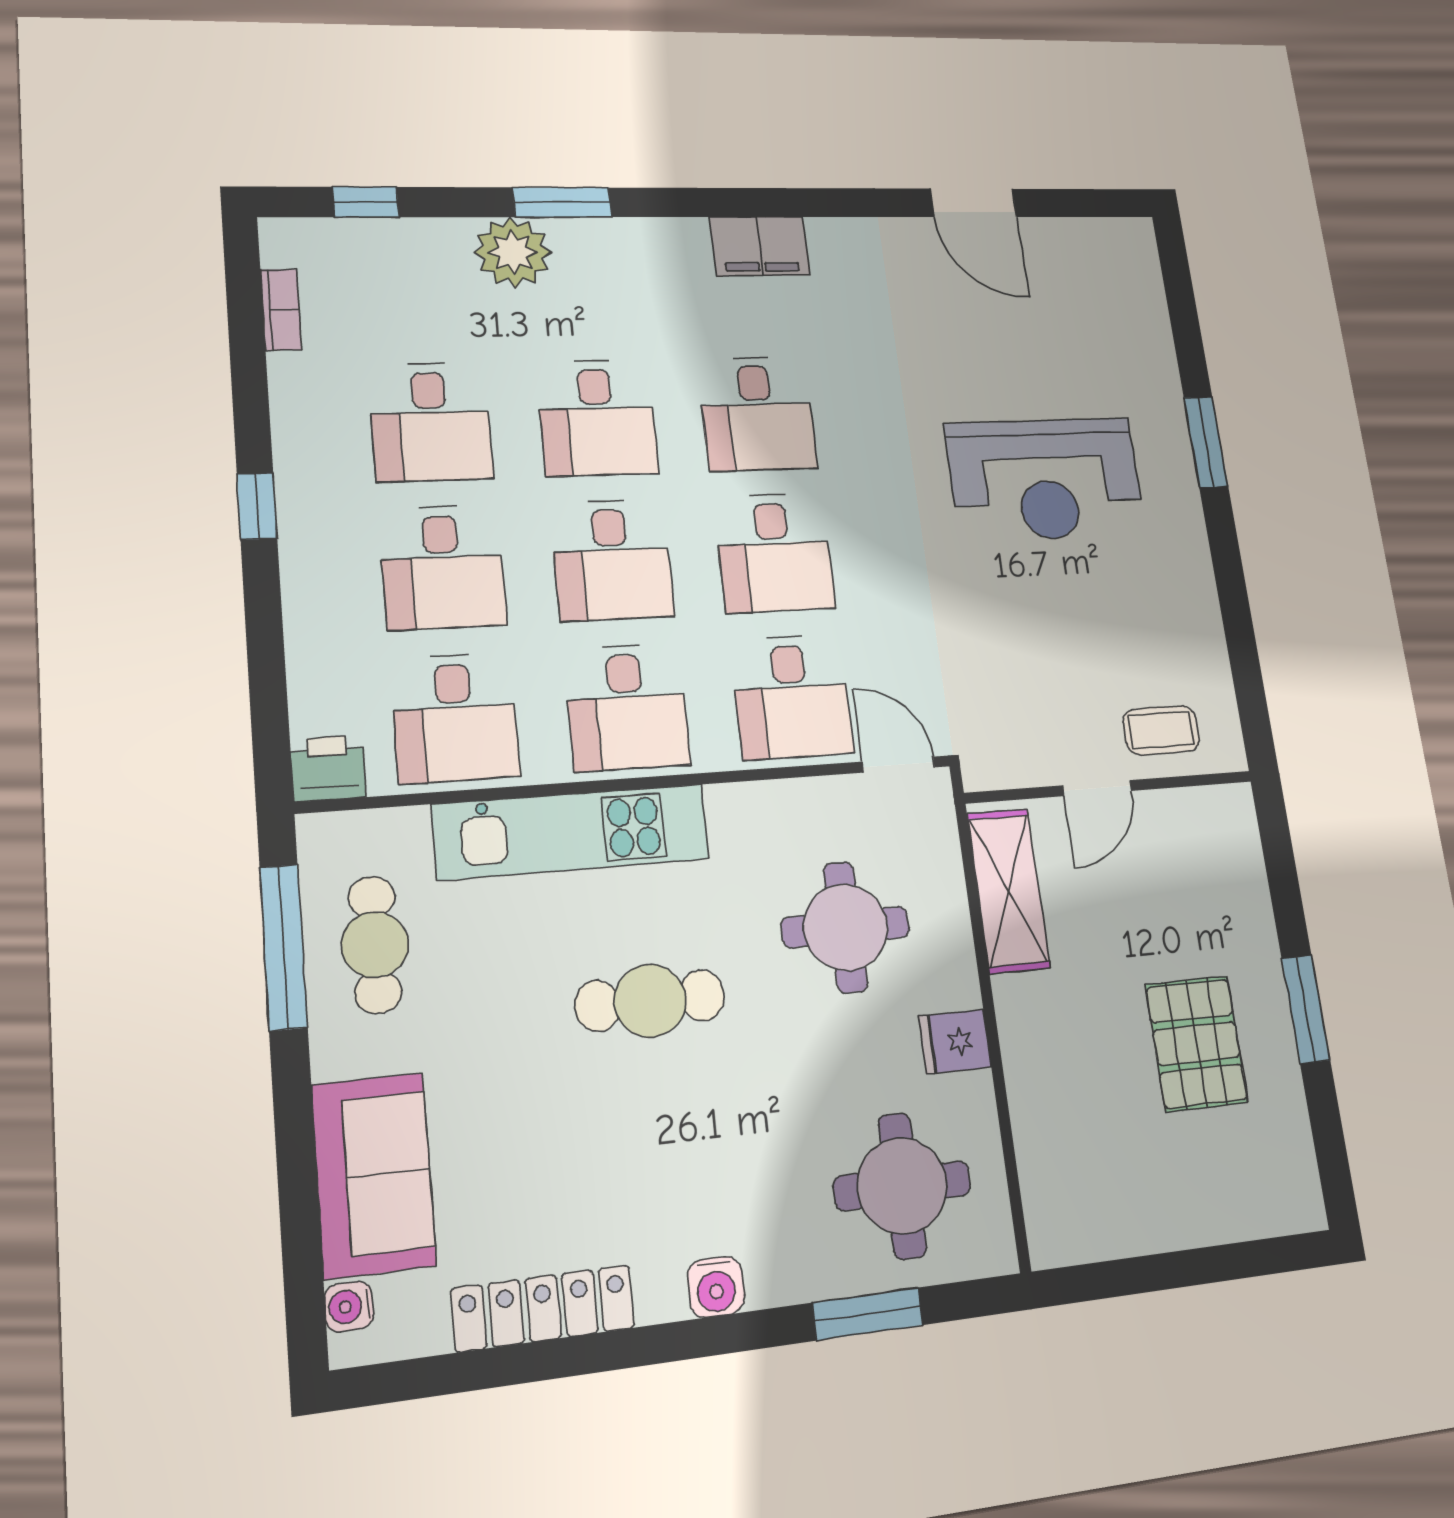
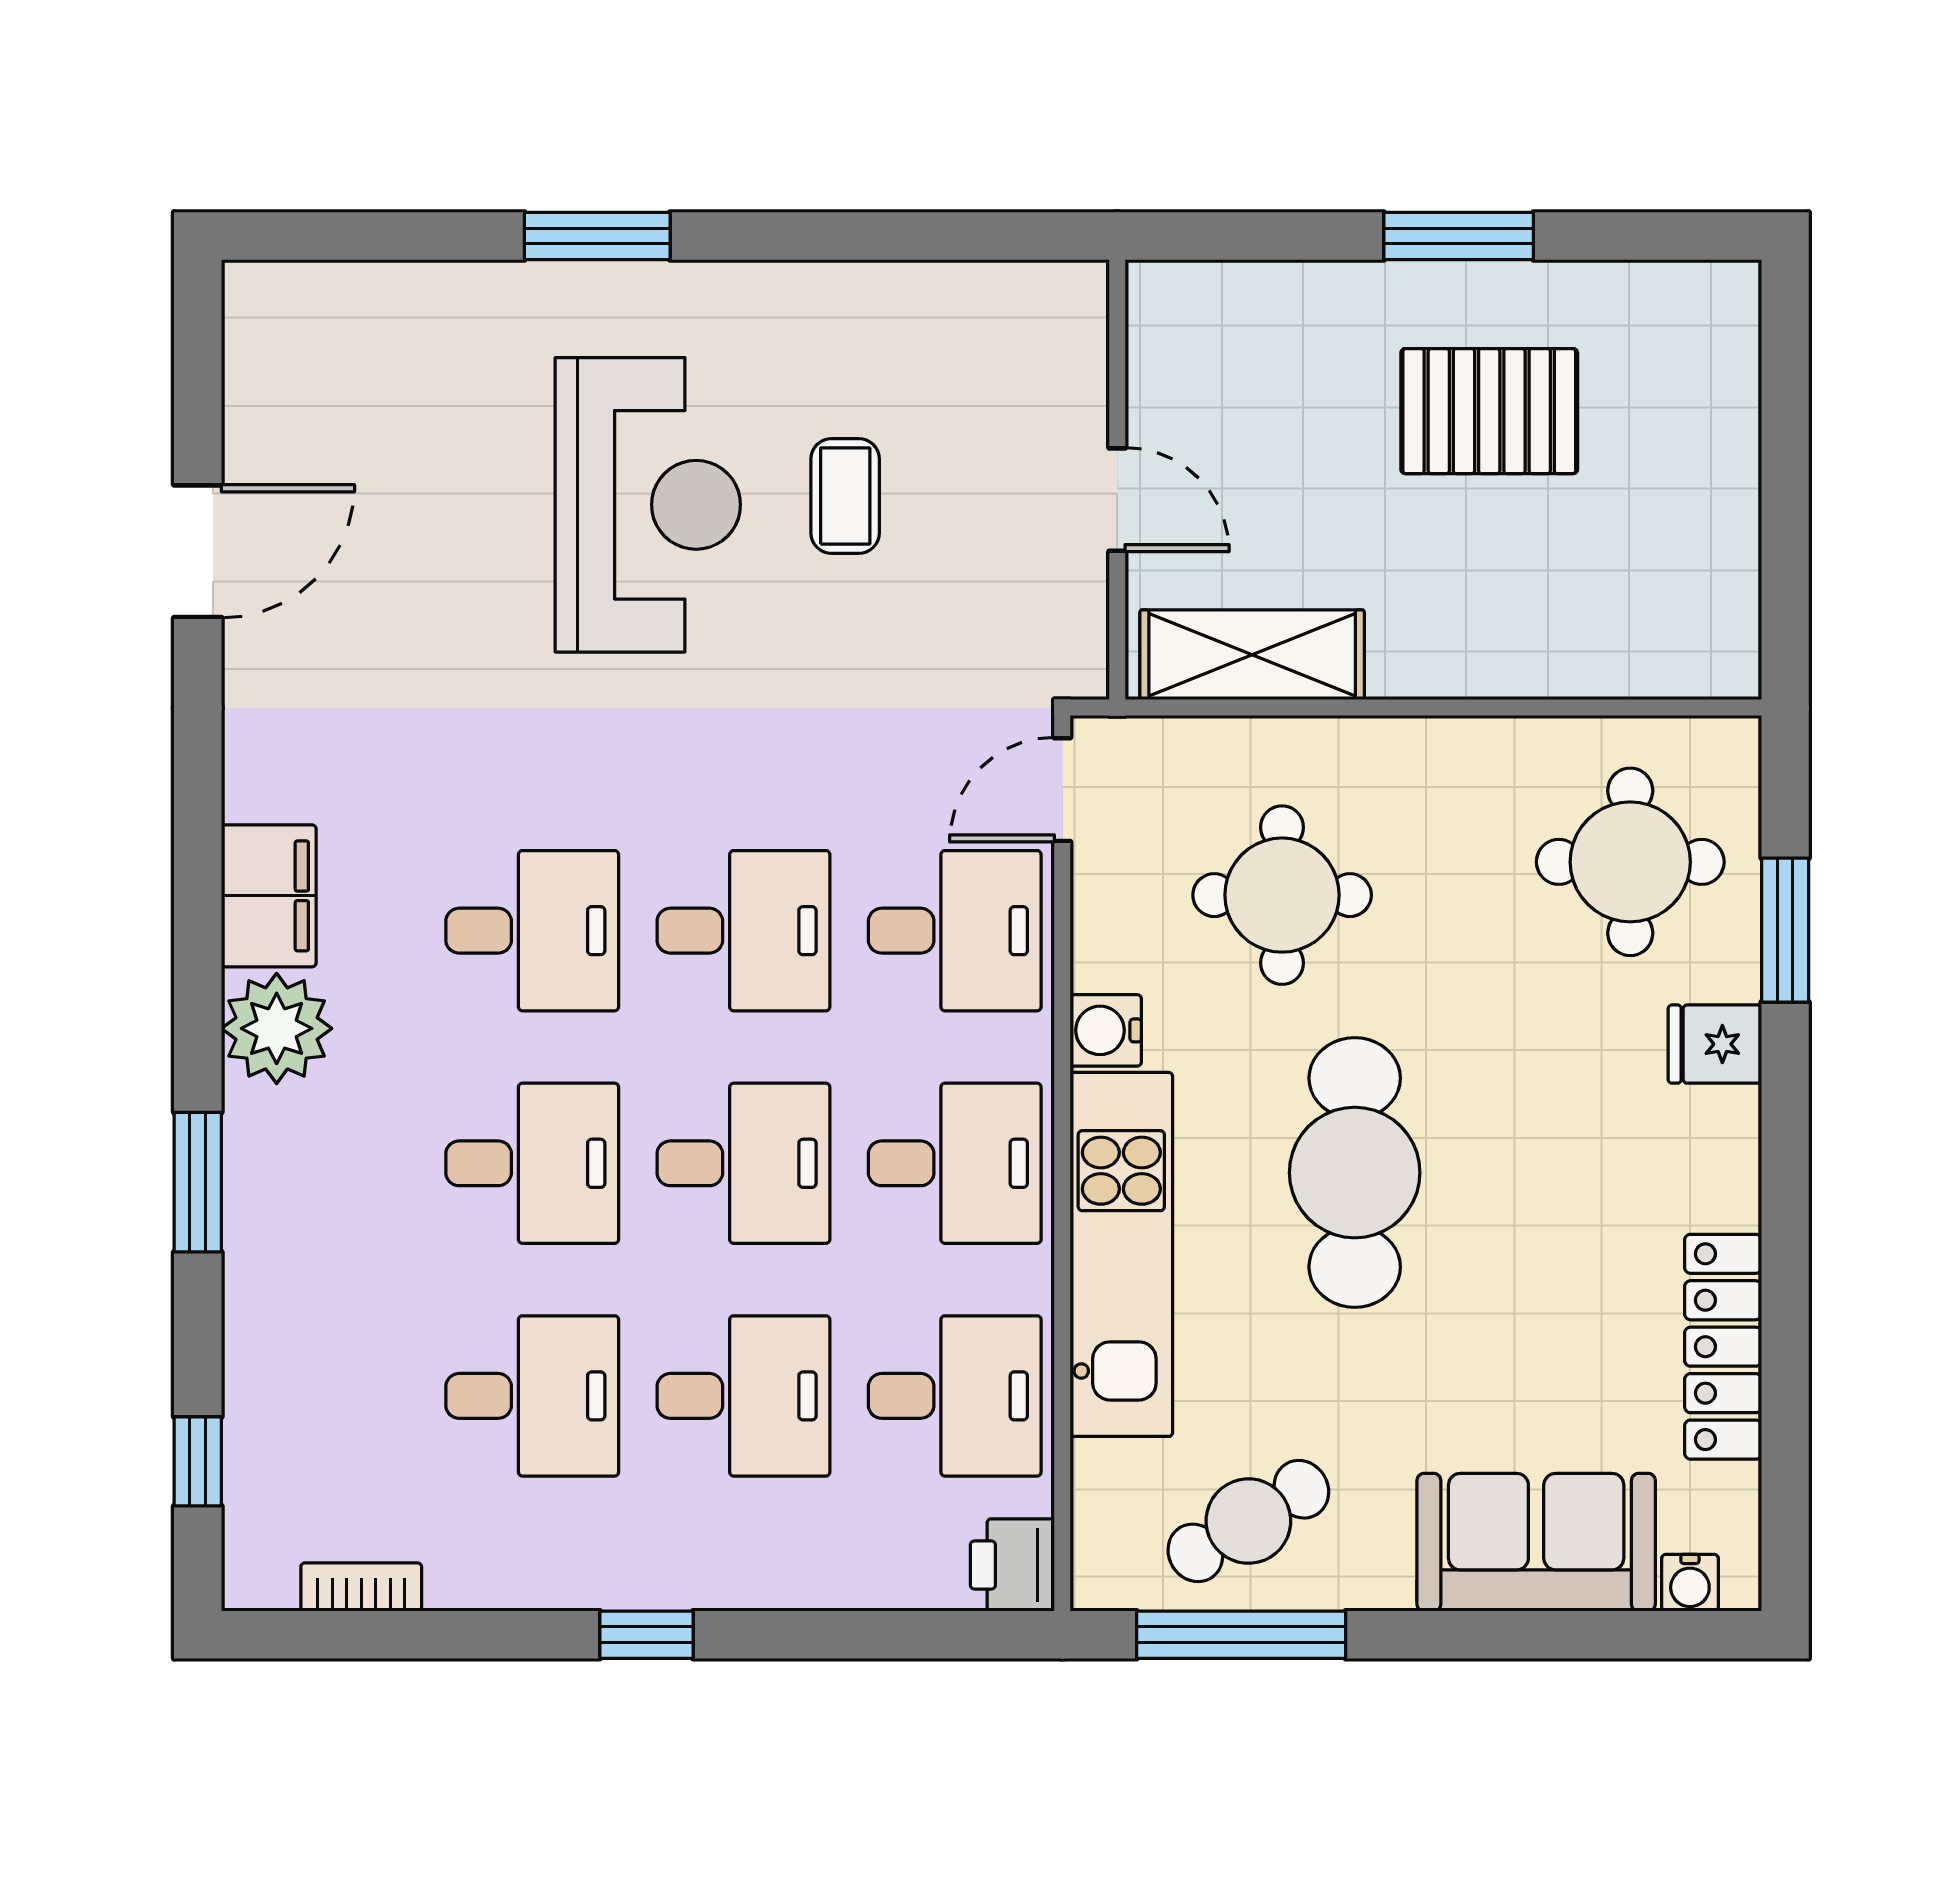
plant: (513, 252) -> (277, 1028), moved
coffee table: (1161, 730) -> (845, 496), moved
cafe table: (375, 945) -> (1248, 1521), turned -31
cafe table: (650, 1001) -> (1355, 1173), width x1.37, depth x1.35
fridge: (955, 1042) -> (1715, 1044), moved, turned 90
water cooler: (716, 1287) -> (1106, 1030), moved, turned 180

